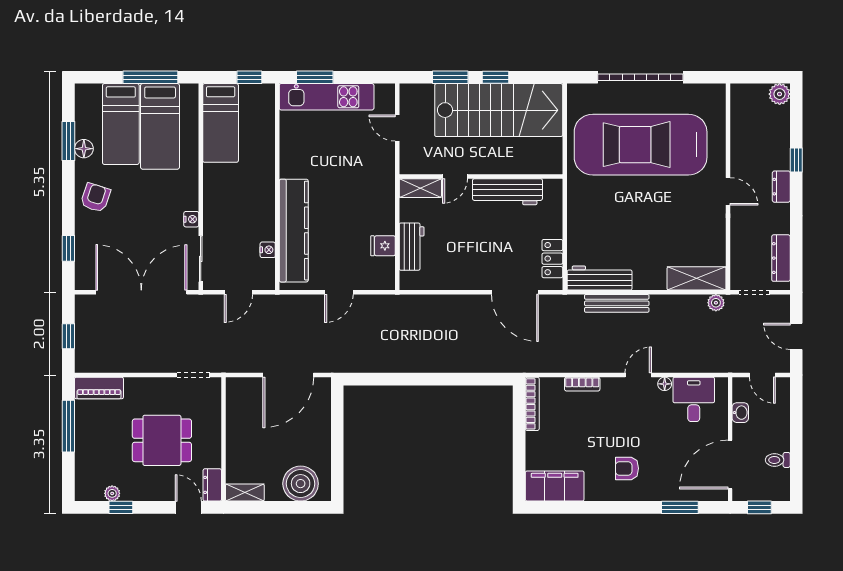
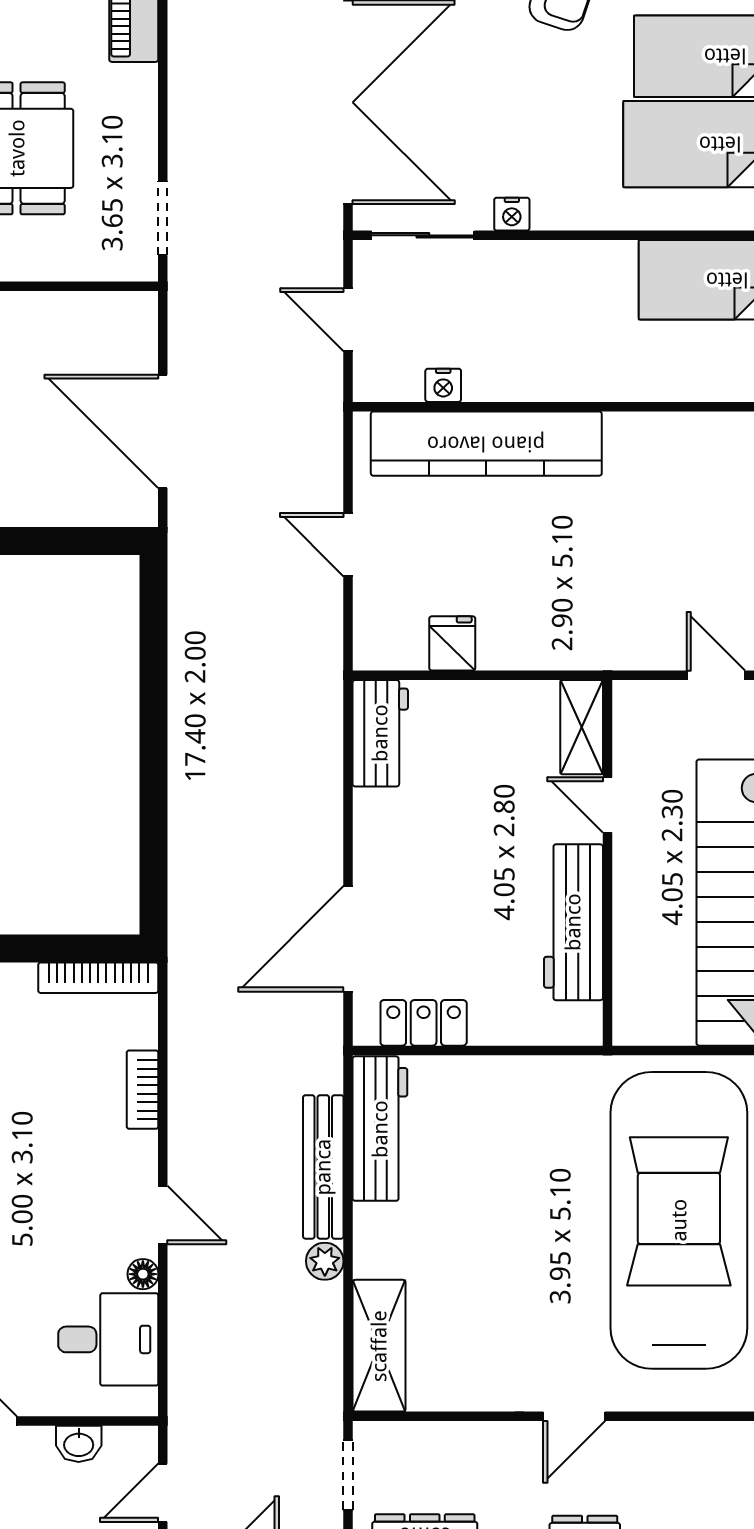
door: (397, 128) -> (716, 675), hinge flipped
workbench: (412, 247) -> (380, 733), moved, turned -90
plant: (716, 303) -> (325, 1261), moved

